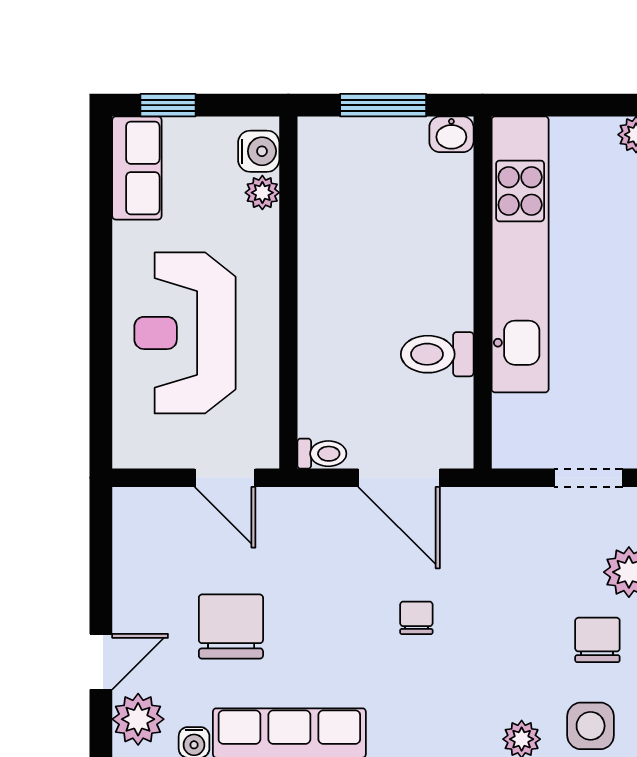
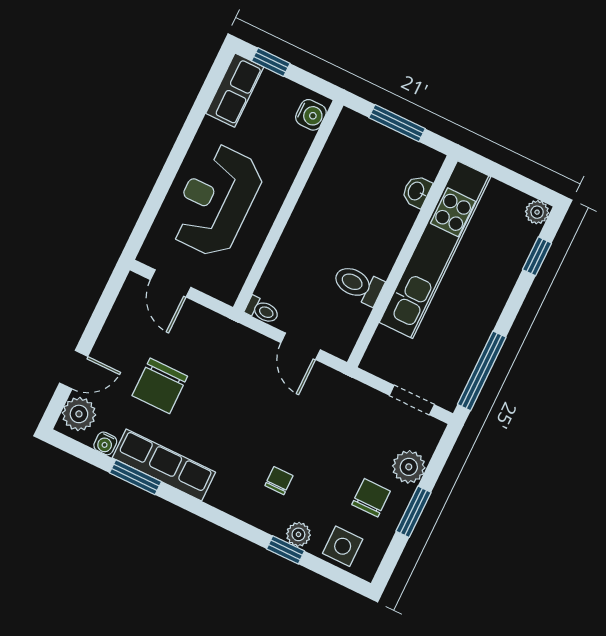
washbasin: (451, 134) -> (417, 191), moved, turned 90
plant: (262, 193) -> (301, 140), removed
door: (225, 478) -> (171, 283), moved
door: (399, 478) -> (301, 346), width x0.73
chair: (416, 618) -> (279, 481), moved
chair: (231, 627) -> (160, 386), turned 180

